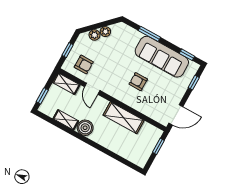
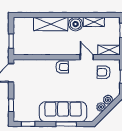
sofa: (162, 57) -> (63, 112), moved
armchair: (138, 82) -> (62, 67), moved
shelving: (124, 118) -> (51, 24), moved

